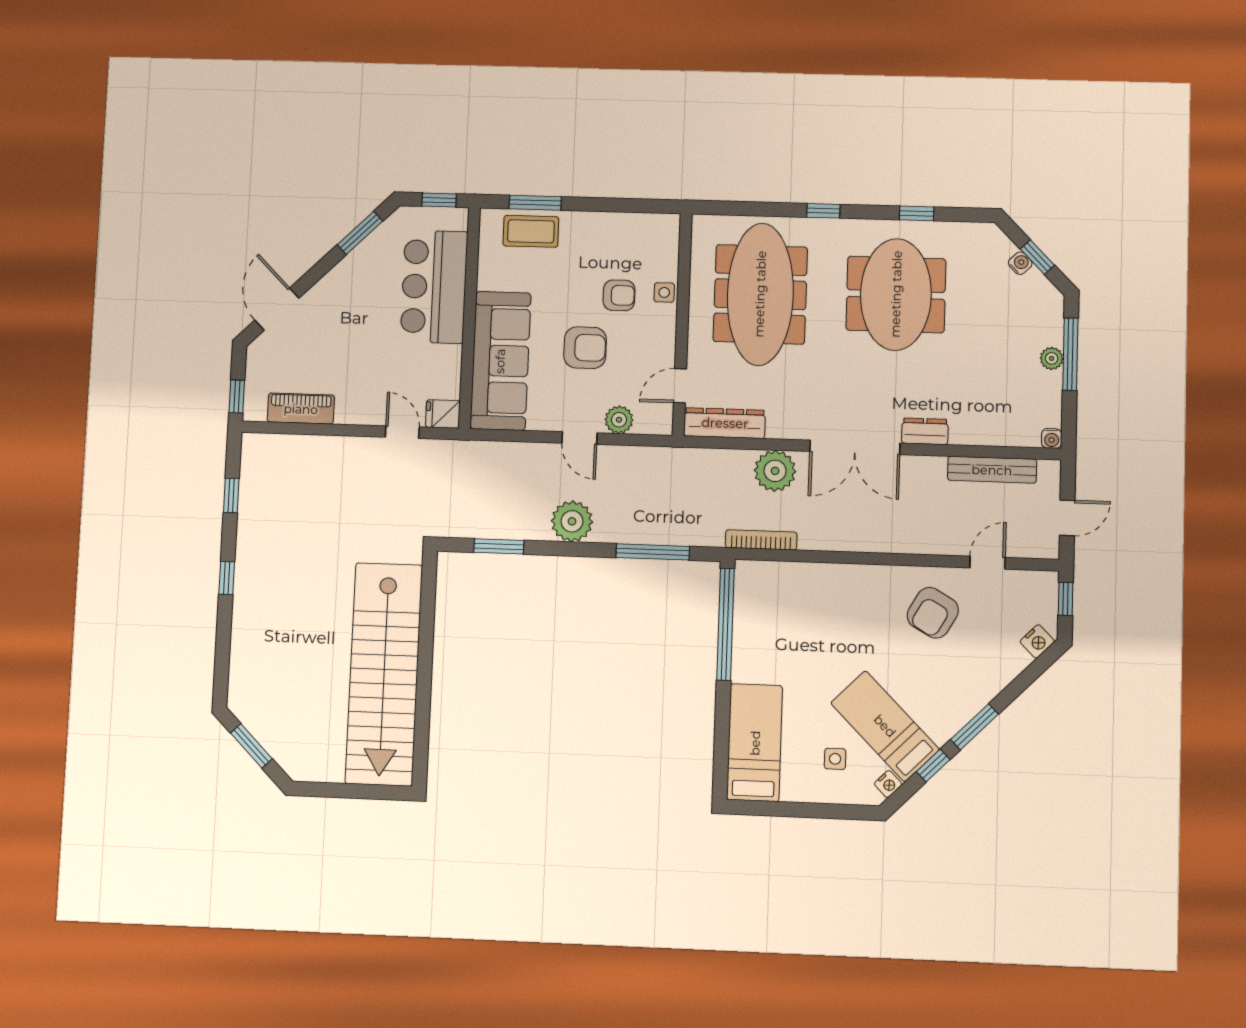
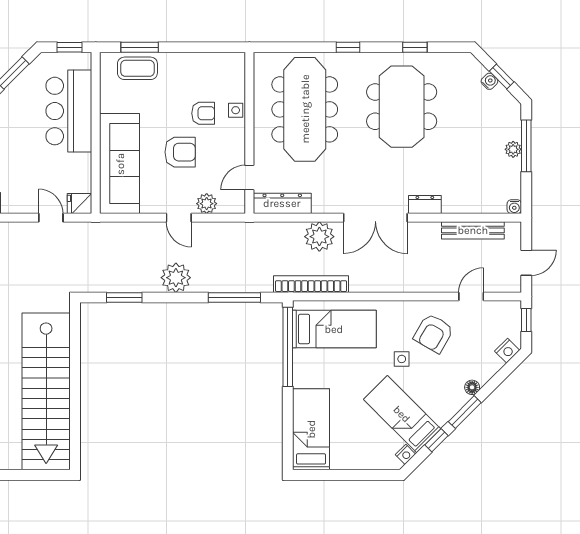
bookcase: (761, 540) -> (311, 284), width x1.48, depth x1.31
bed: (792, 601) -> (334, 329), added
floor lamp: (986, 692) -> (472, 387), added
side table: (835, 759) -> (402, 359), moved

